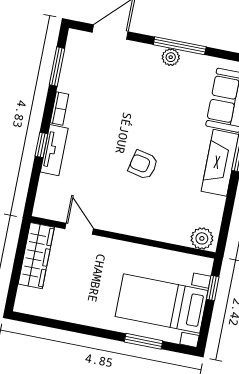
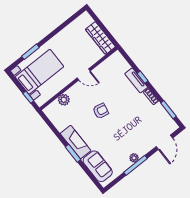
door: (79, 229) -> (84, 74), moved
plant: (202, 238) -> (64, 100), moved

